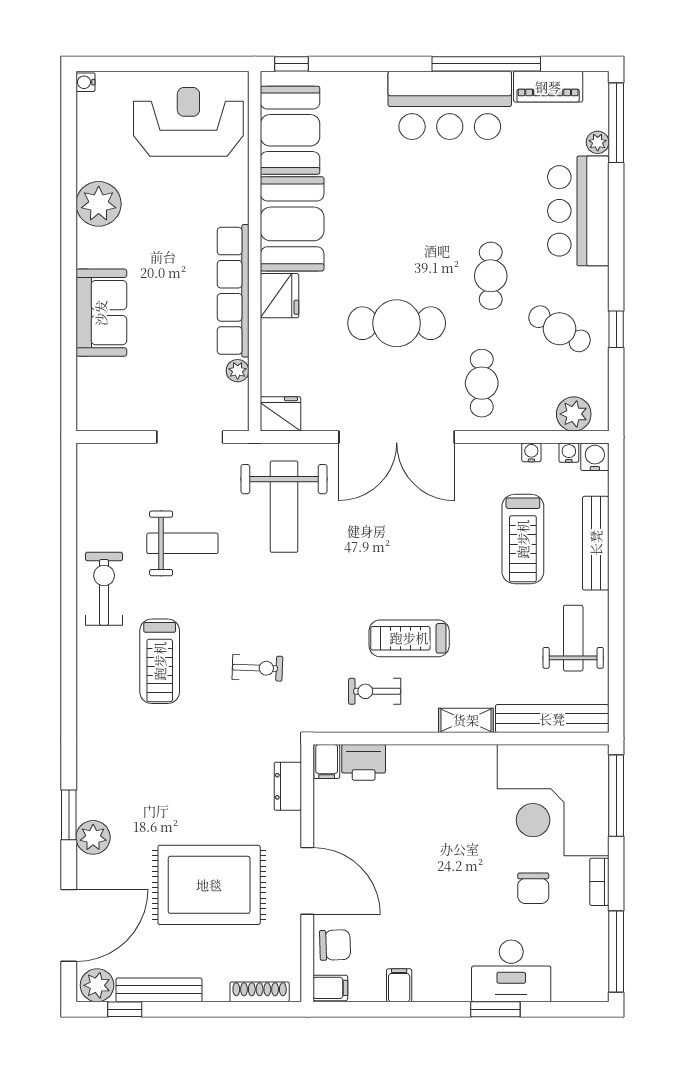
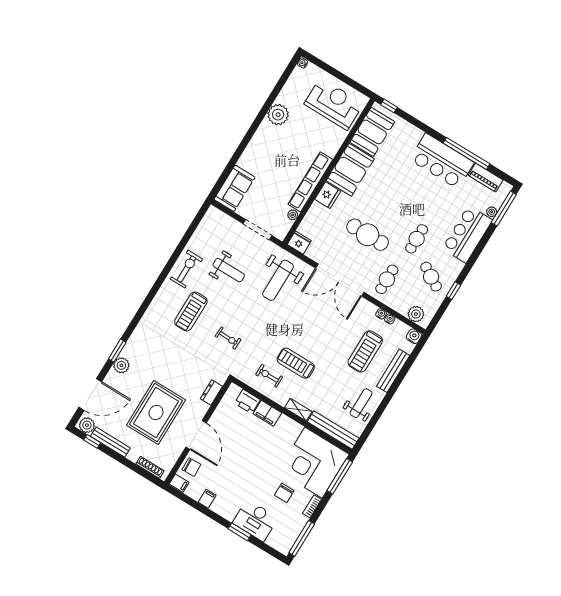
sofa: (101, 313) -> (234, 188), moved
water cooler: (569, 453) -> (381, 314), moved
filing cabinet: (327, 761) -> (267, 413), moved, width x2.00
rug: (209, 885) -> (156, 412), turned 90

